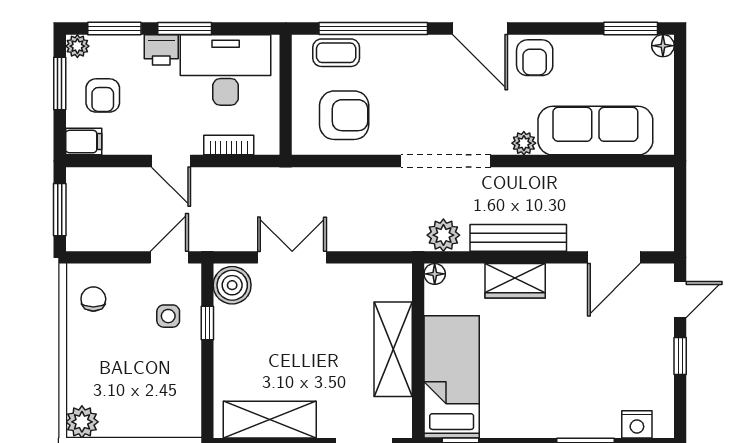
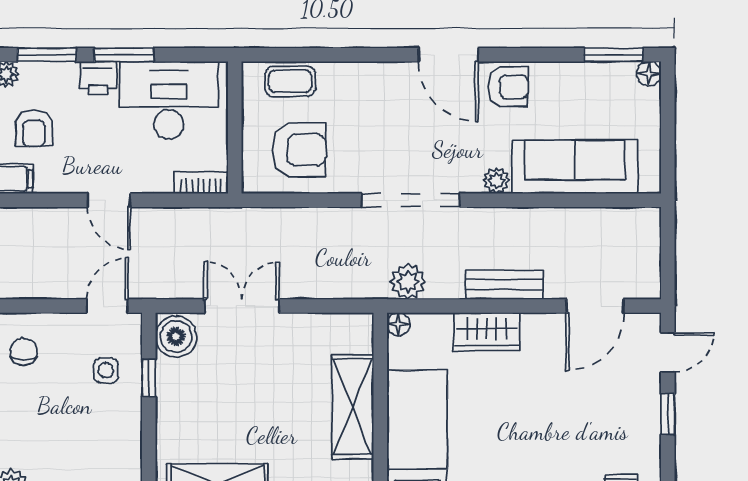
window: (373, 28) -> (331, 55), removed
armchair: (535, 58) -> (508, 87), turned -90
bookcase: (229, 145) -> (201, 183), moved
bench: (518, 238) -> (504, 285), width x0.73

